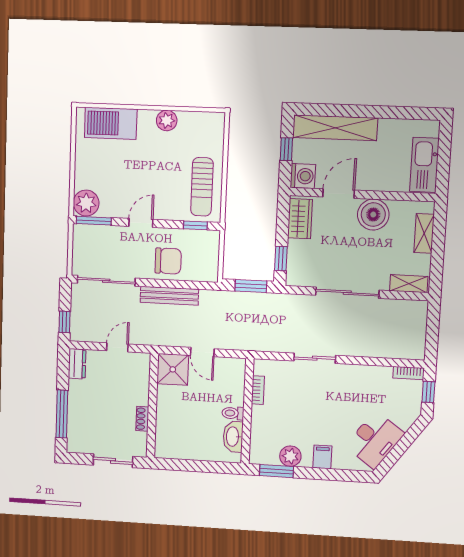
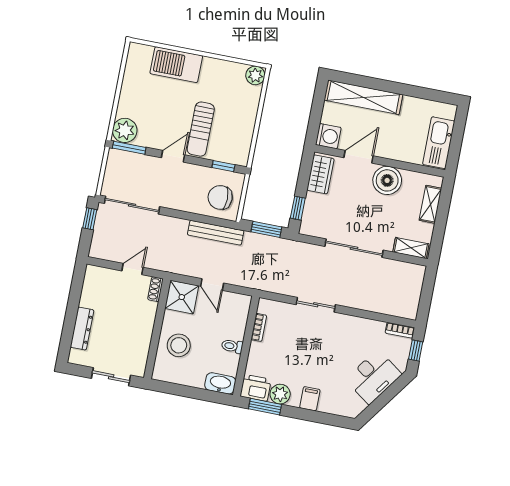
plant: (167, 120) -> (255, 75), moved
barbecue: (111, 123) -> (176, 65), moved
window: (286, 149) -> (317, 110), removed
sun lounger: (202, 187) -> (201, 129), moved
chair: (168, 261) -> (220, 197), moved, turned 180
bench: (169, 296) -> (216, 233), moved
window: (64, 322) -> (90, 219), moved
dresser: (77, 364) -> (82, 329), moved, width x1.44
window: (62, 414) -> (69, 325), removed
shoe rack: (142, 419) -> (155, 289), moved
stool: (177, 420) -> (179, 345), added
washbasin: (233, 437) -> (220, 383), moved, turned 90
desk: (375, 440) -> (373, 377), moved
printer: (264, 453) -> (256, 388), added

